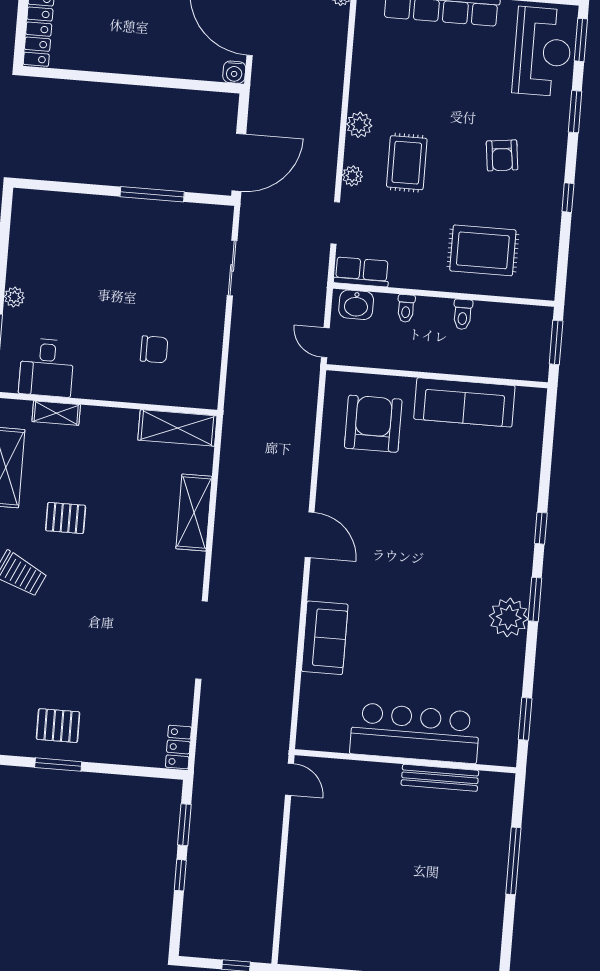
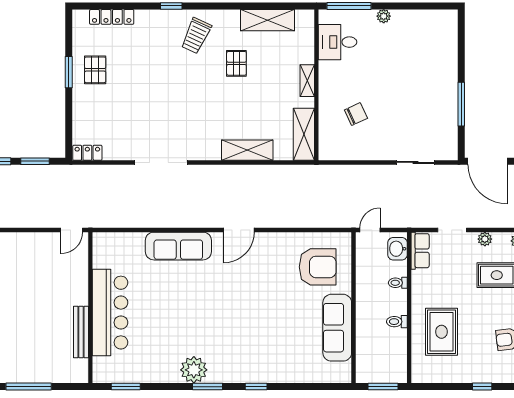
chair: (154, 349) -> (356, 114), turned -115
shelving: (56, 413) -> (307, 81), moved
sofa: (325, 638) -> (178, 246), width x1.36

